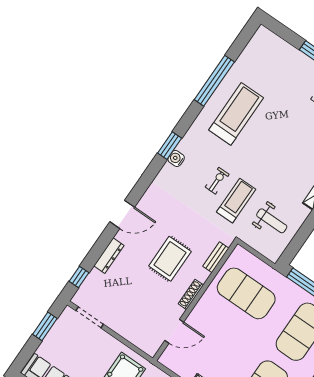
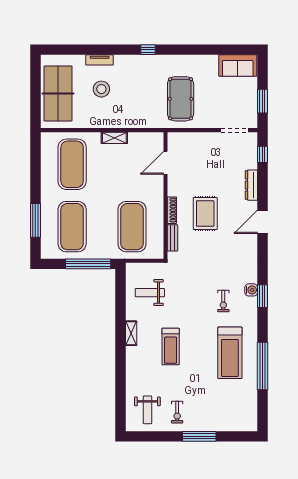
exercise bike: (217, 181) -> (223, 301), moved
treadmill: (236, 201) -> (171, 347), moved
exercise mat: (246, 293) -> (132, 227), turned 90
shoe rack: (191, 294) -> (172, 210), moved

